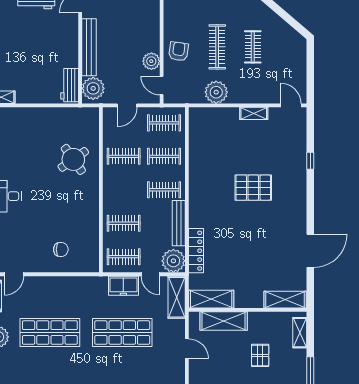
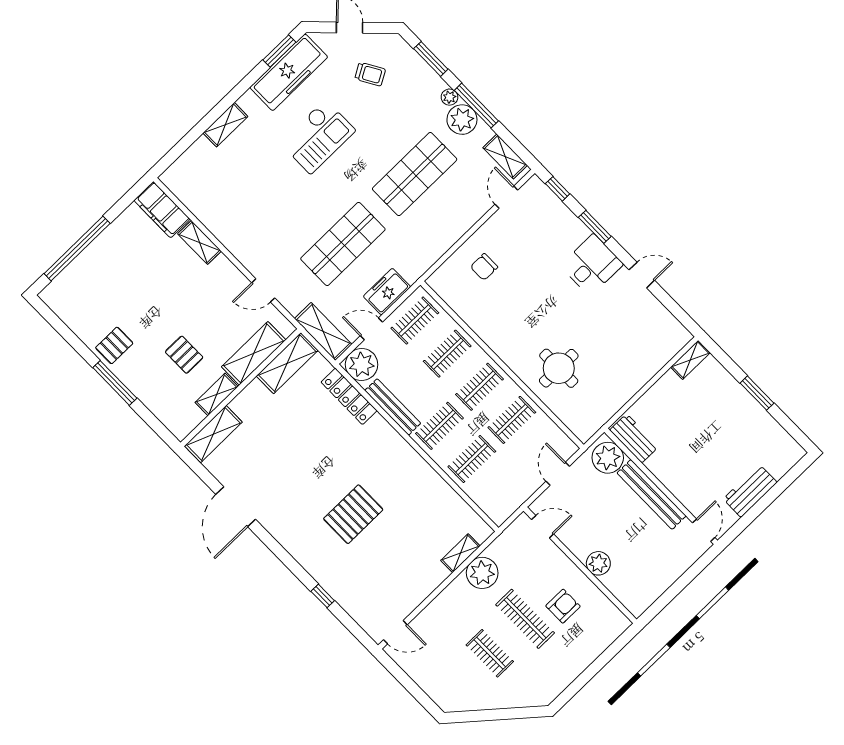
armchair: (179, 51) -> (563, 606), moved, turned -98
plant: (151, 61) -> (598, 563), moved
shelving: (254, 113) -> (460, 553), moved
clothes rail: (164, 123) -> (479, 387), moved
round table: (73, 159) -> (559, 368), turned 35
shelving: (300, 333) -> (217, 394), moved, turned 90

